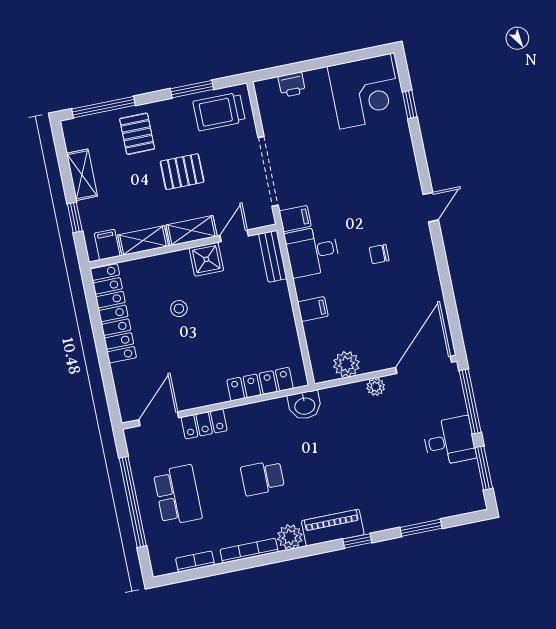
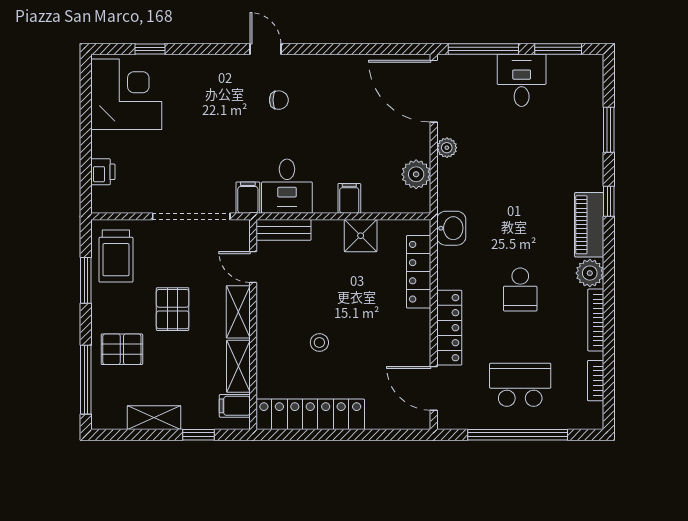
chair: (379, 254) -> (279, 100), moved, turned -90
shower: (206, 259) -> (361, 236), moved
locker: (204, 424) -> (449, 328), width x1.53

